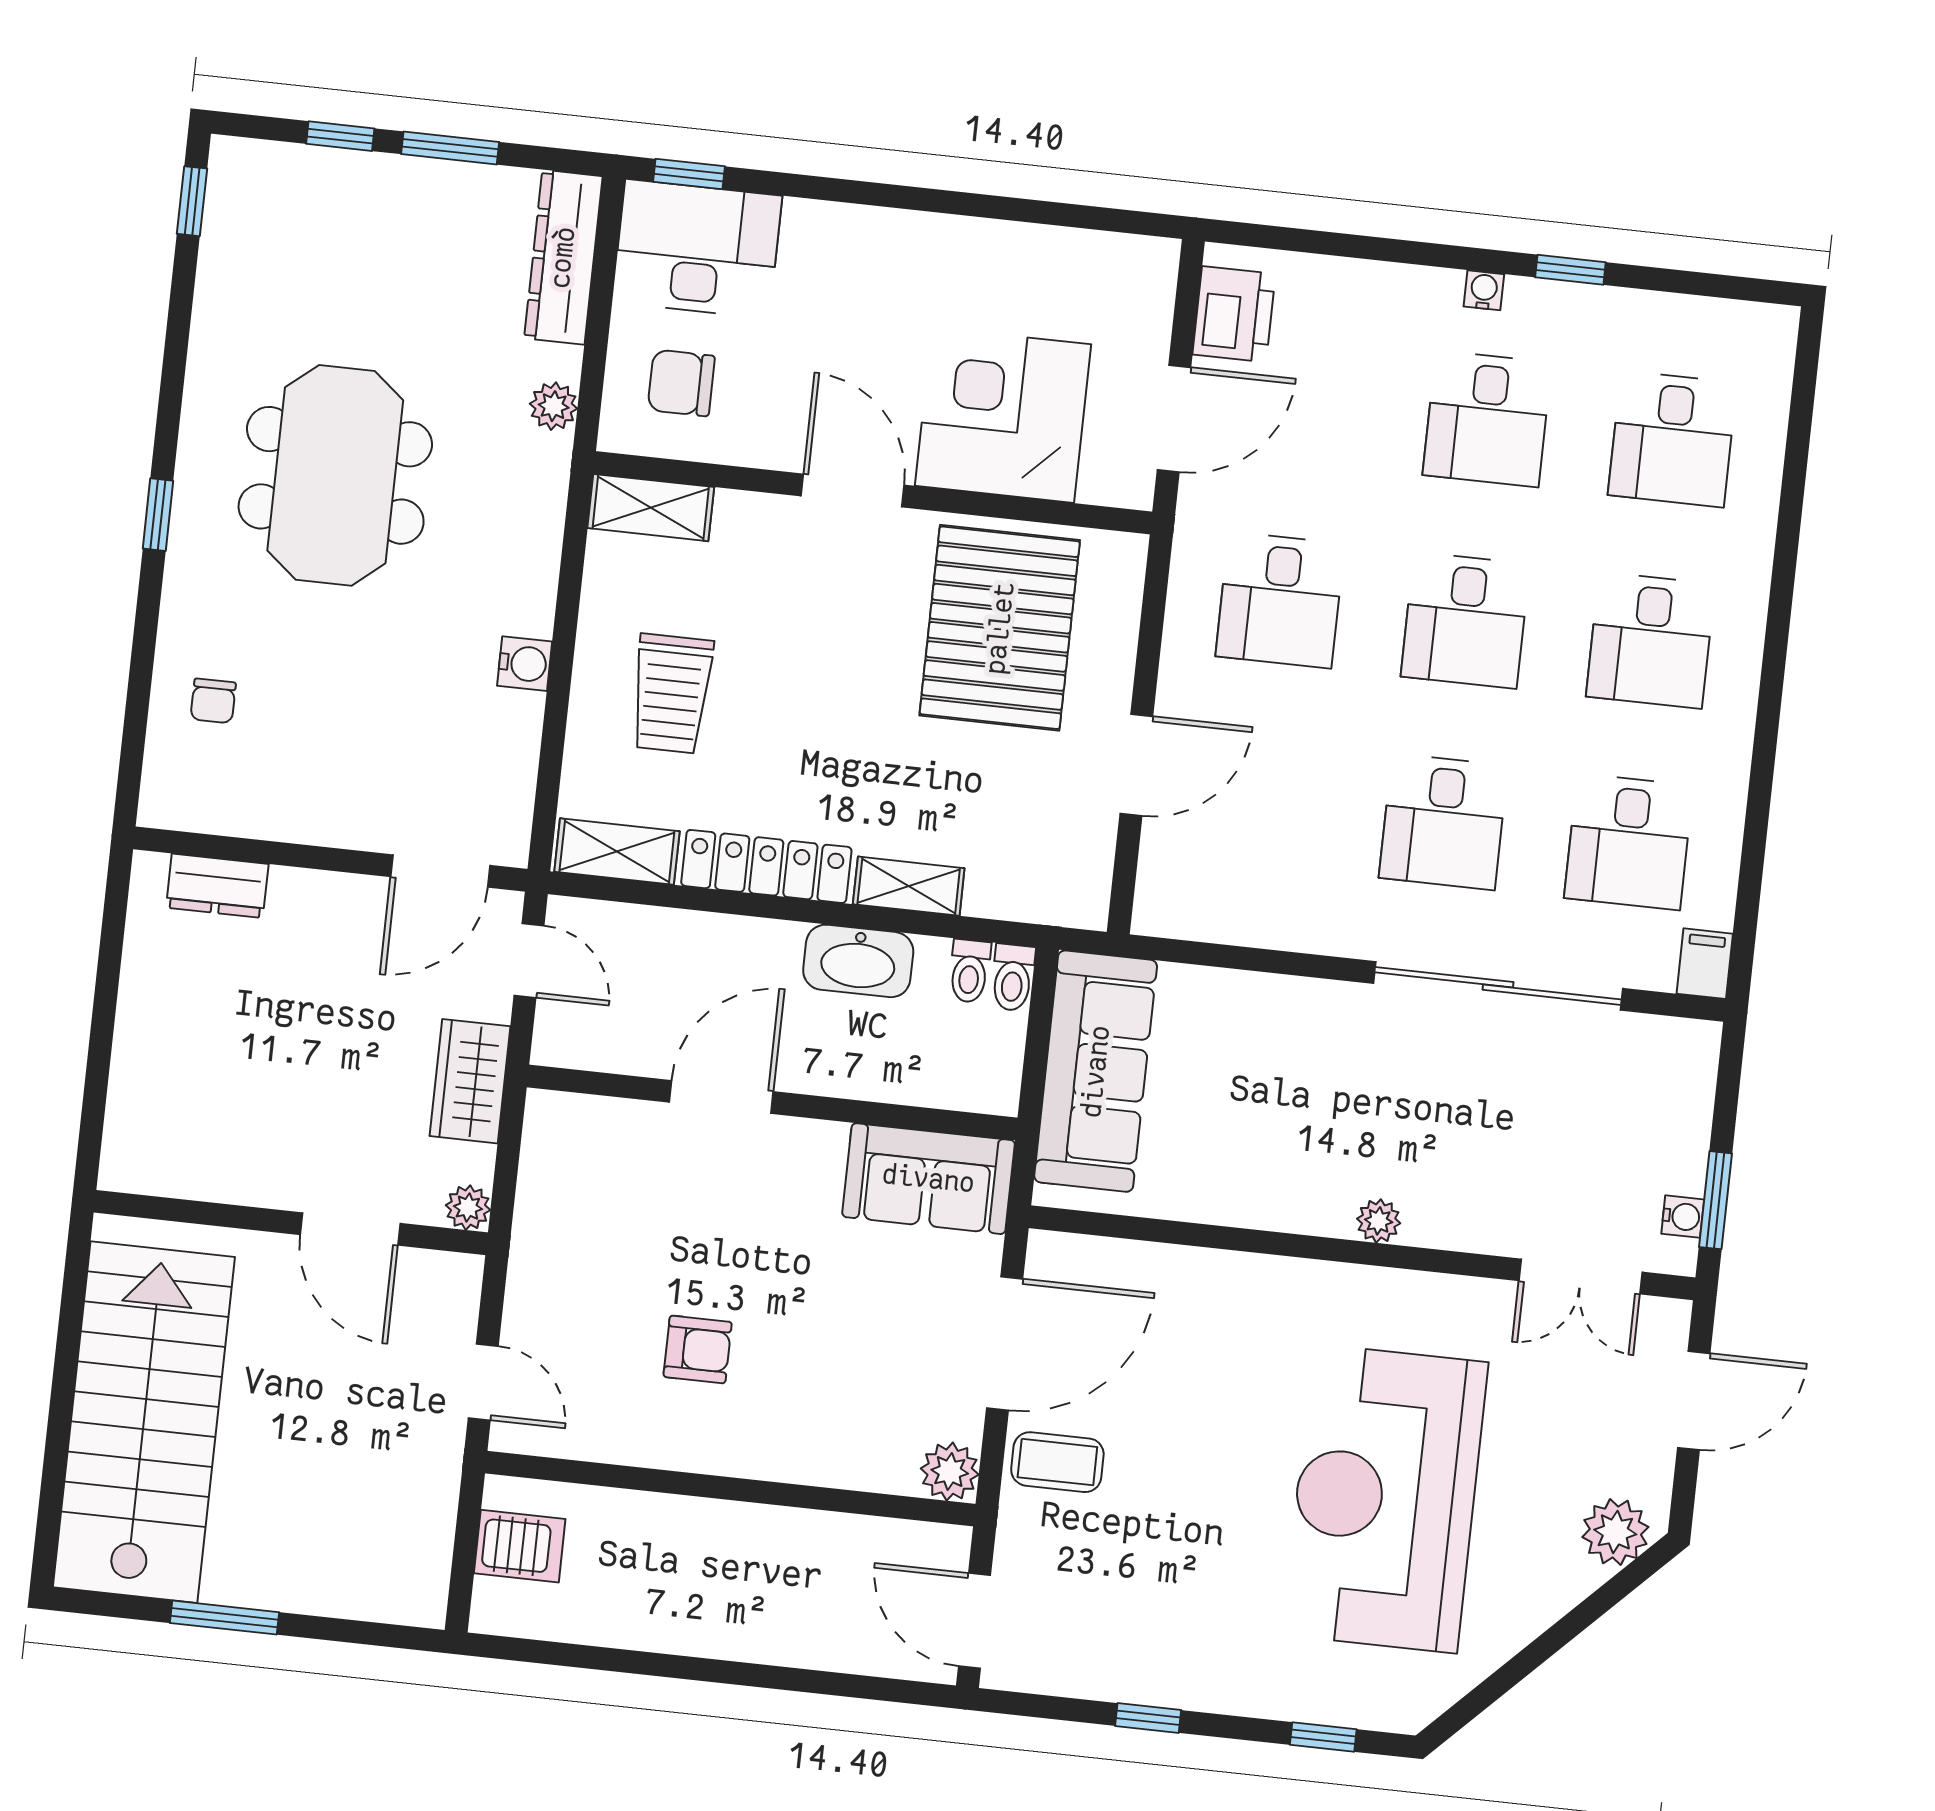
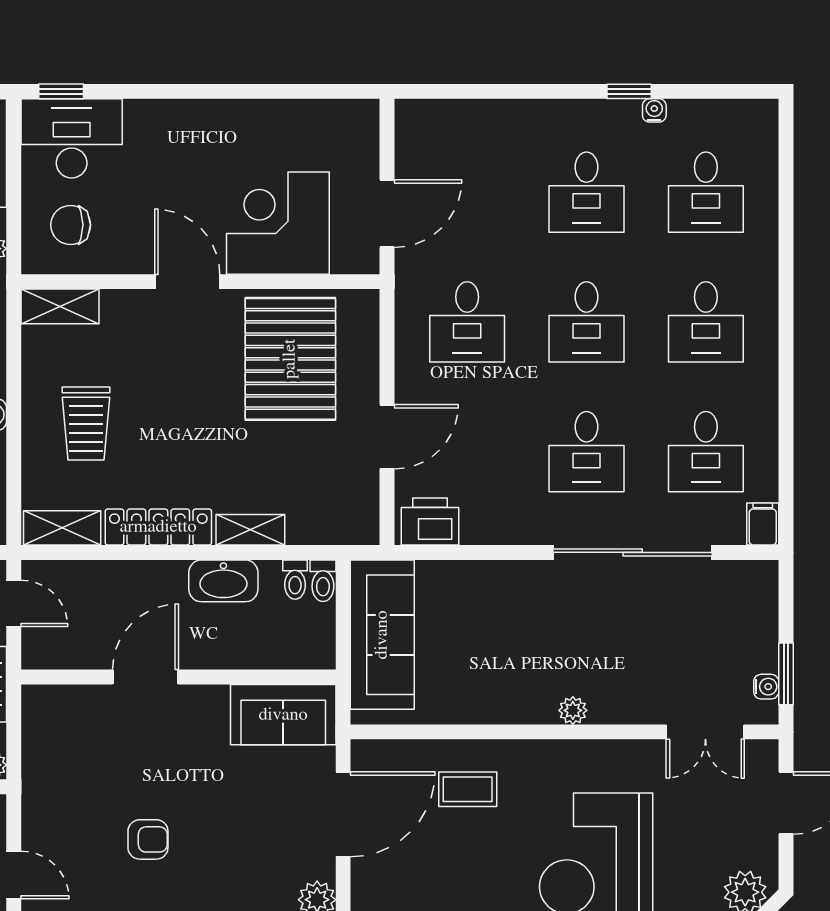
water cooler: (1484, 290) -> (654, 110), moved
printer: (1234, 314) -> (430, 522), moved, turned -90
coffee table: (1057, 1462) -> (468, 789), moved

